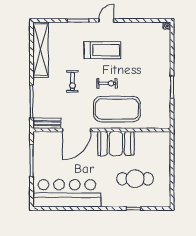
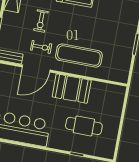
exercise bike: (107, 83) -> (41, 47), moved
exercise mat: (117, 109) -> (79, 56), width x0.68

